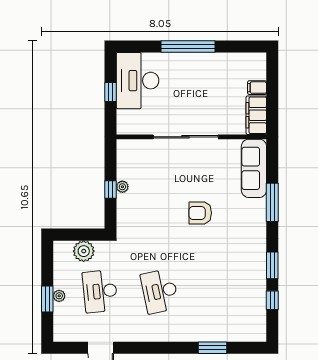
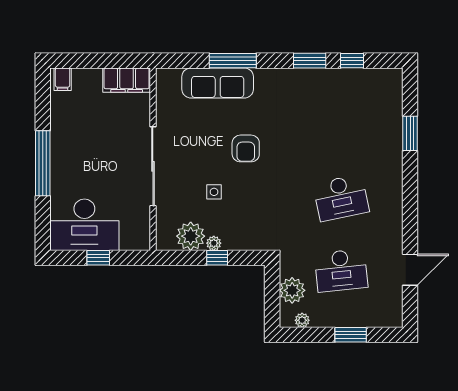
filing cabinet: (257, 88) -> (63, 79), moved
plant: (128, 168) -> (191, 236), added
sofa: (254, 168) -> (218, 83), moved
side table: (165, 187) -> (214, 192), added
plant: (59, 296) -> (302, 320), moved

